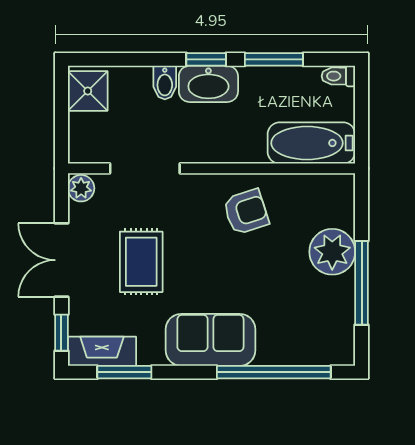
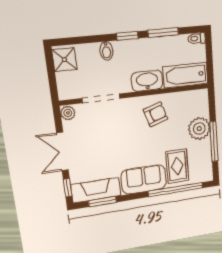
washbasin: (208, 84) -> (147, 81), moved, turned 180
rug: (141, 262) -> (177, 166), moved
fireplace: (102, 351) -> (96, 190), width x1.37, depth x1.32

